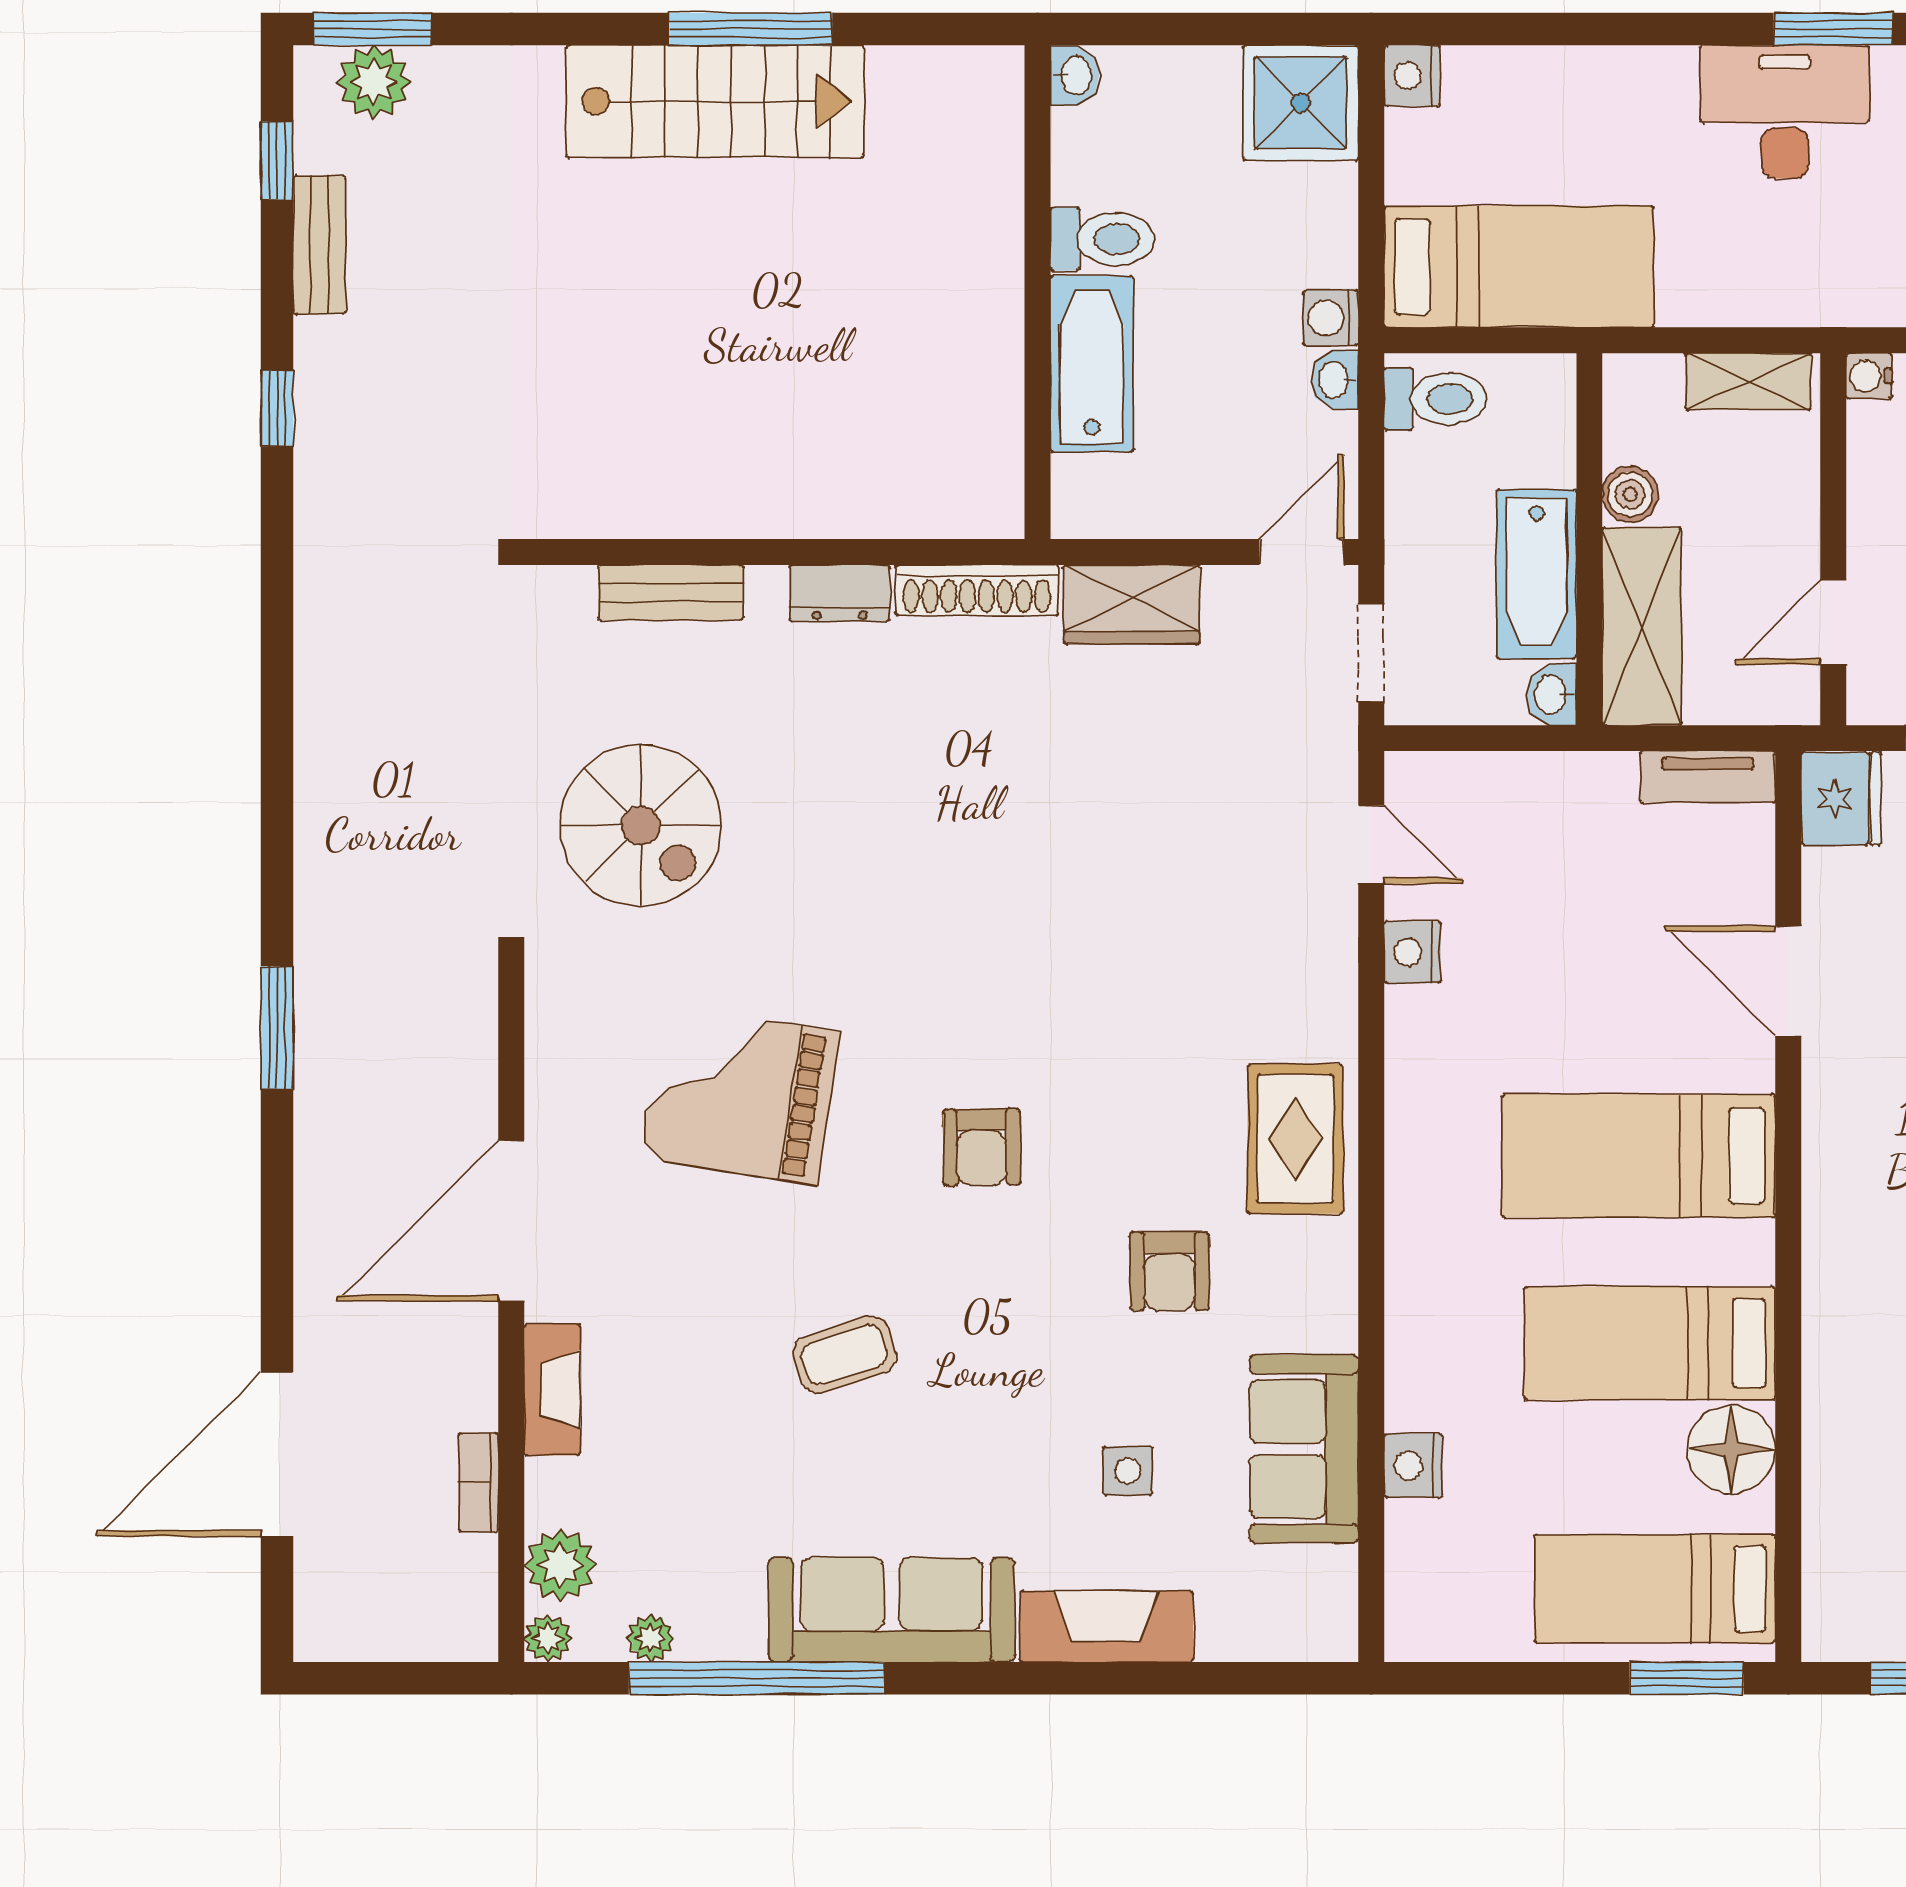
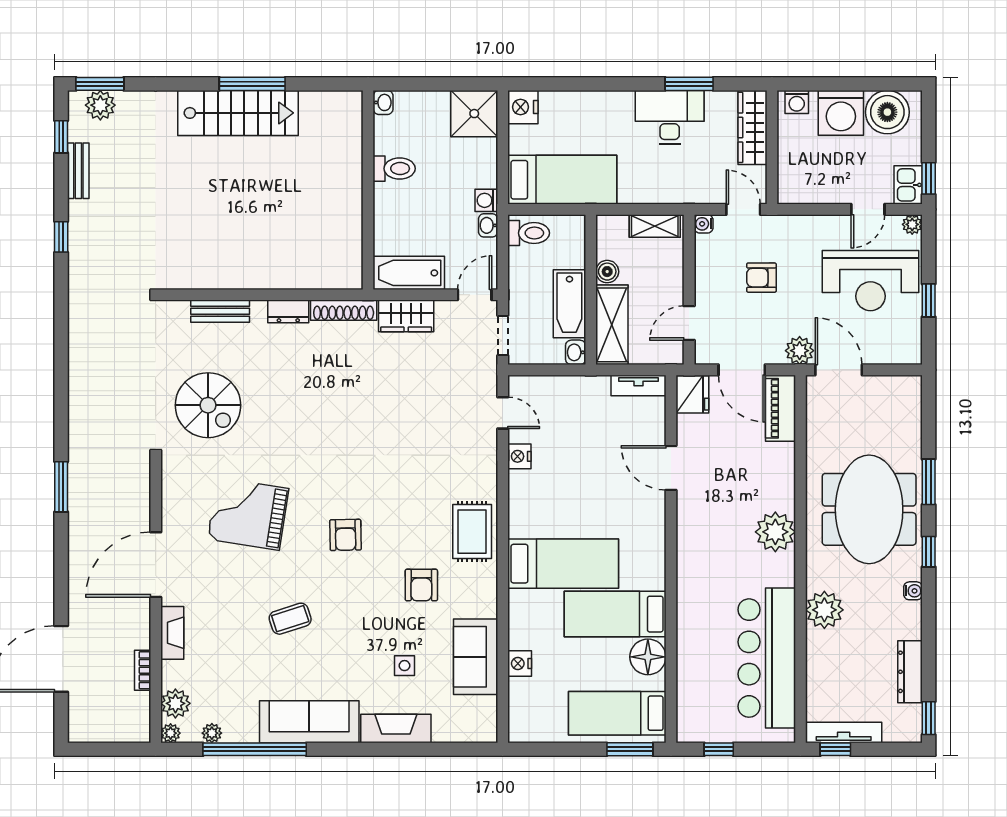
nightstand: (1412, 76) -> (523, 107), width x1.36, depth x1.33
bathtub: (1092, 364) -> (409, 273), moved, turned -90
bed: (1639, 1156) -> (563, 564), moved, turned 180

